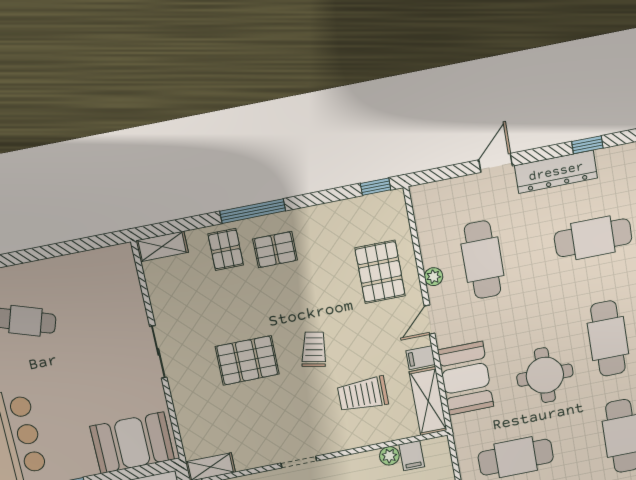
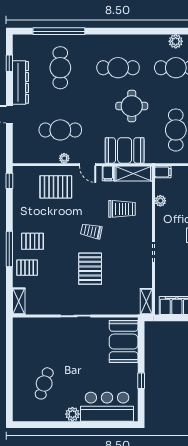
pallet: (275, 250) -> (32, 241), turned 90
trolley: (363, 394) -> (122, 209), turned -90
filing cabinet: (412, 456) -> (163, 172), moved

